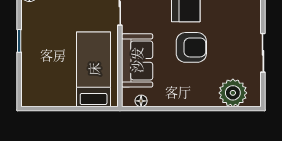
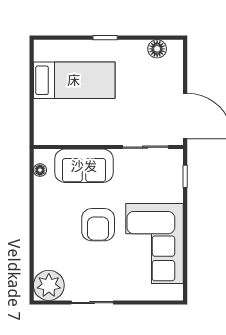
bed: (94, 69) -> (74, 80), moved
plant: (233, 93) -> (49, 285), moved

